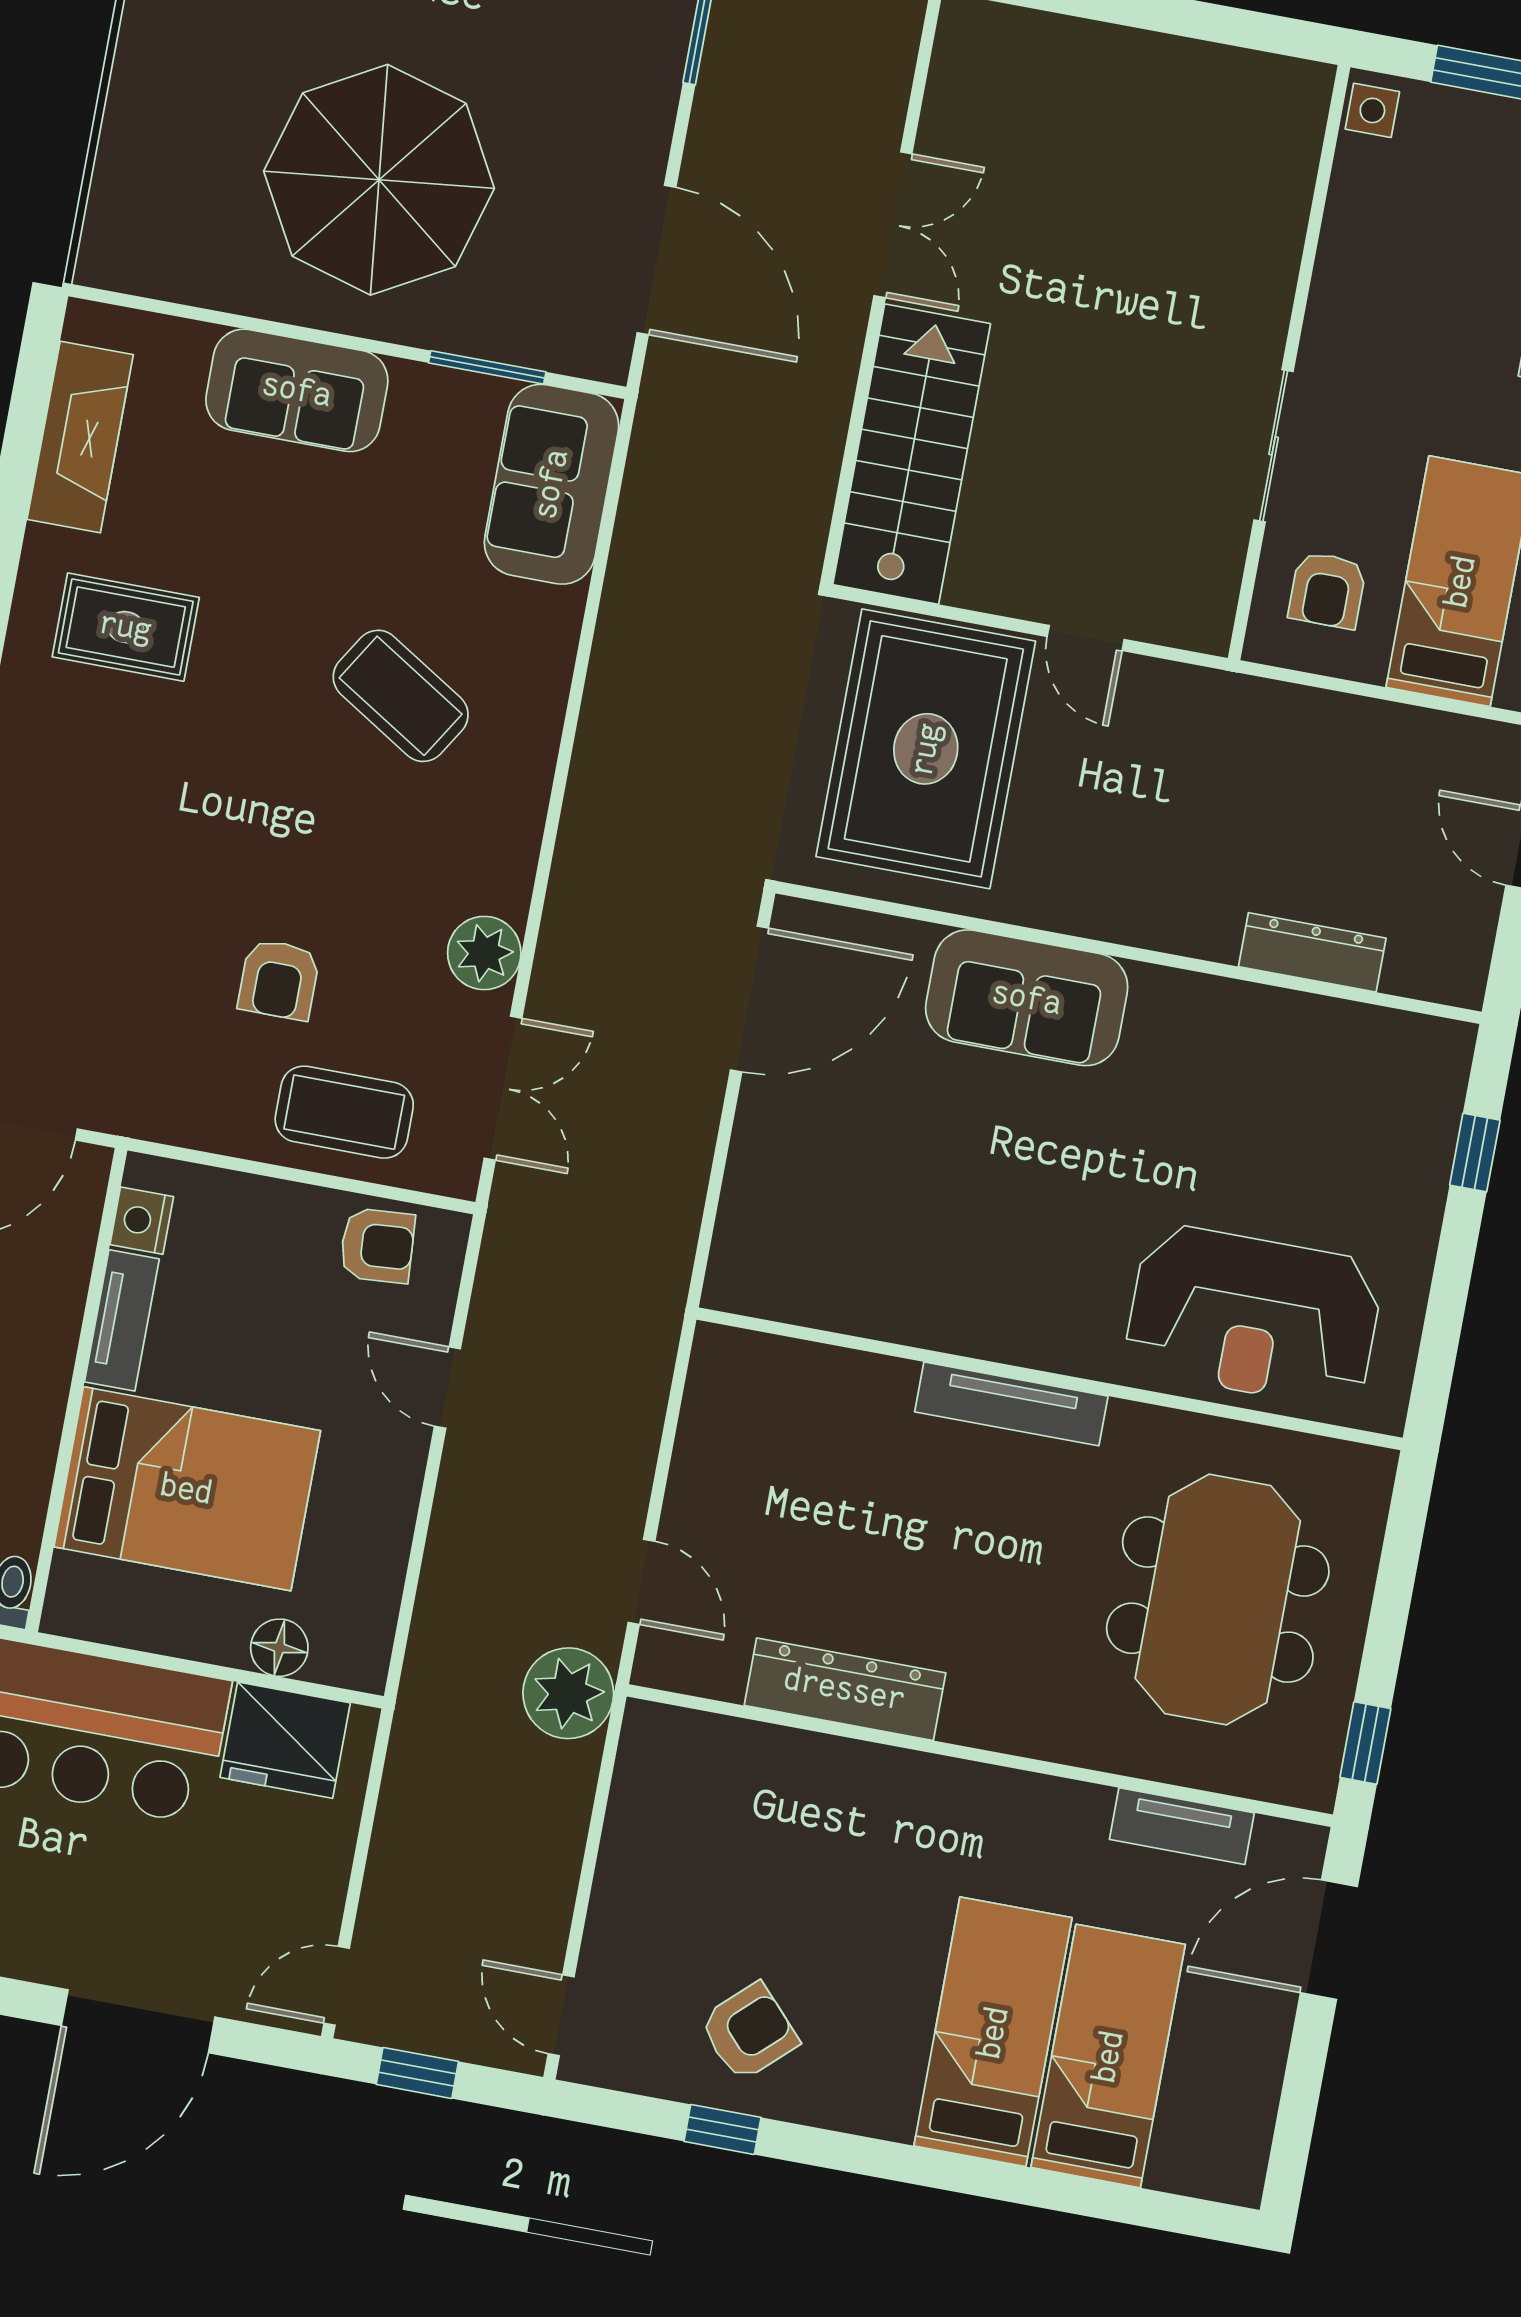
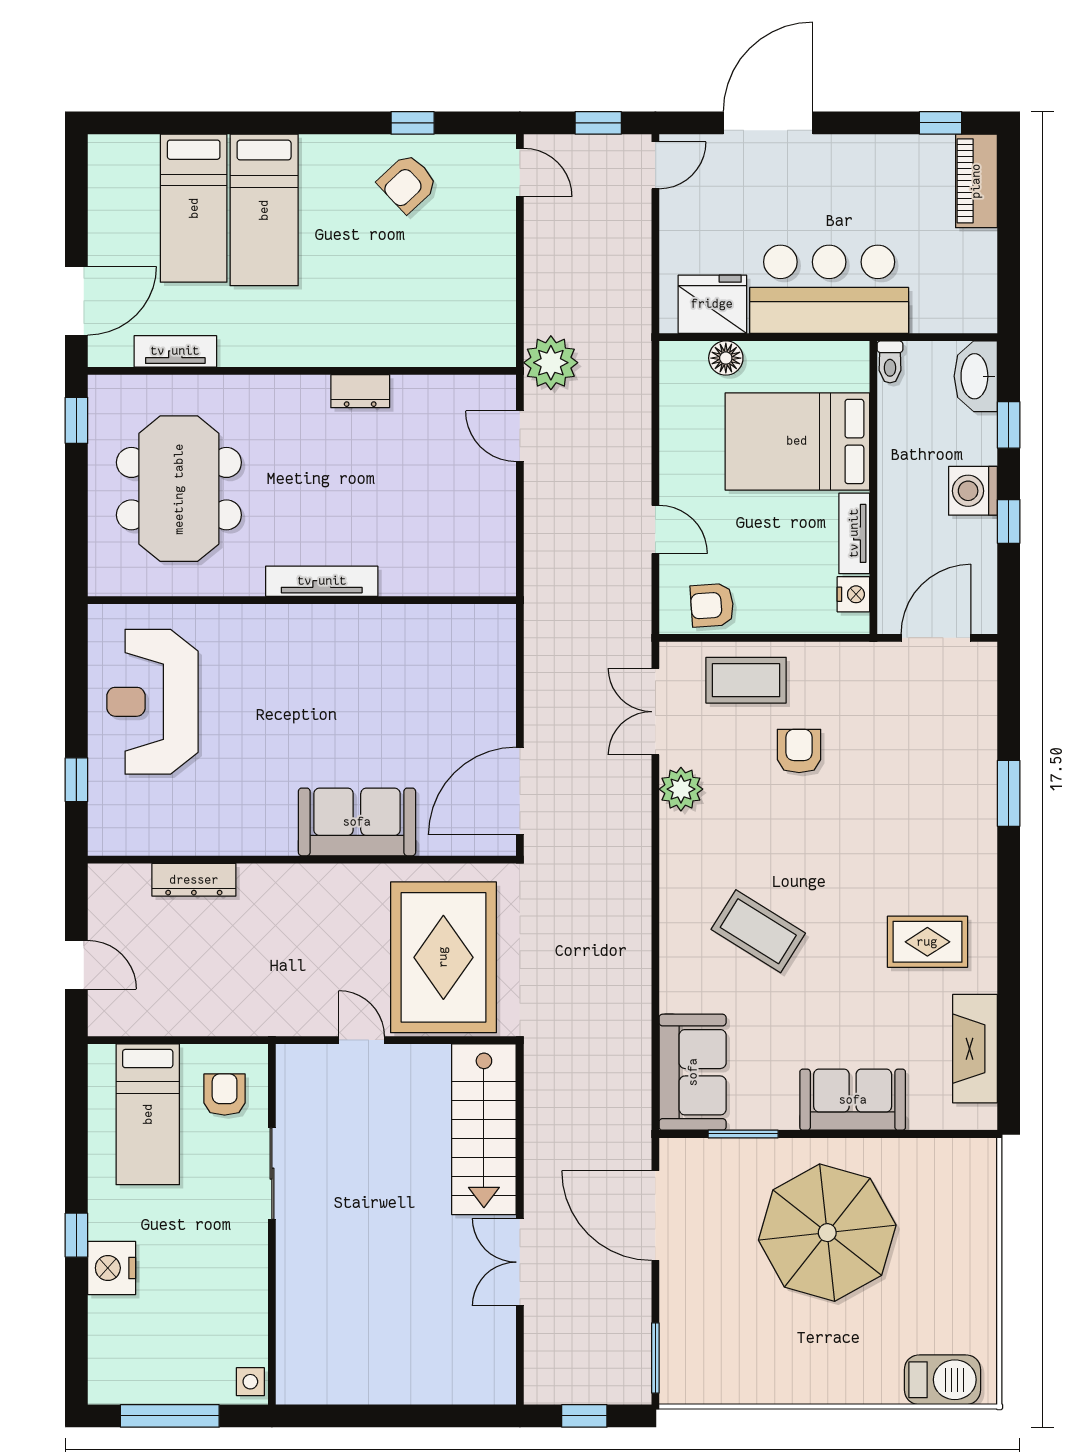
reception desk: (1254, 1316) -> (152, 702), moved, turned -90
dresser: (845, 1689) -> (360, 391), width x0.51, depth x0.80

